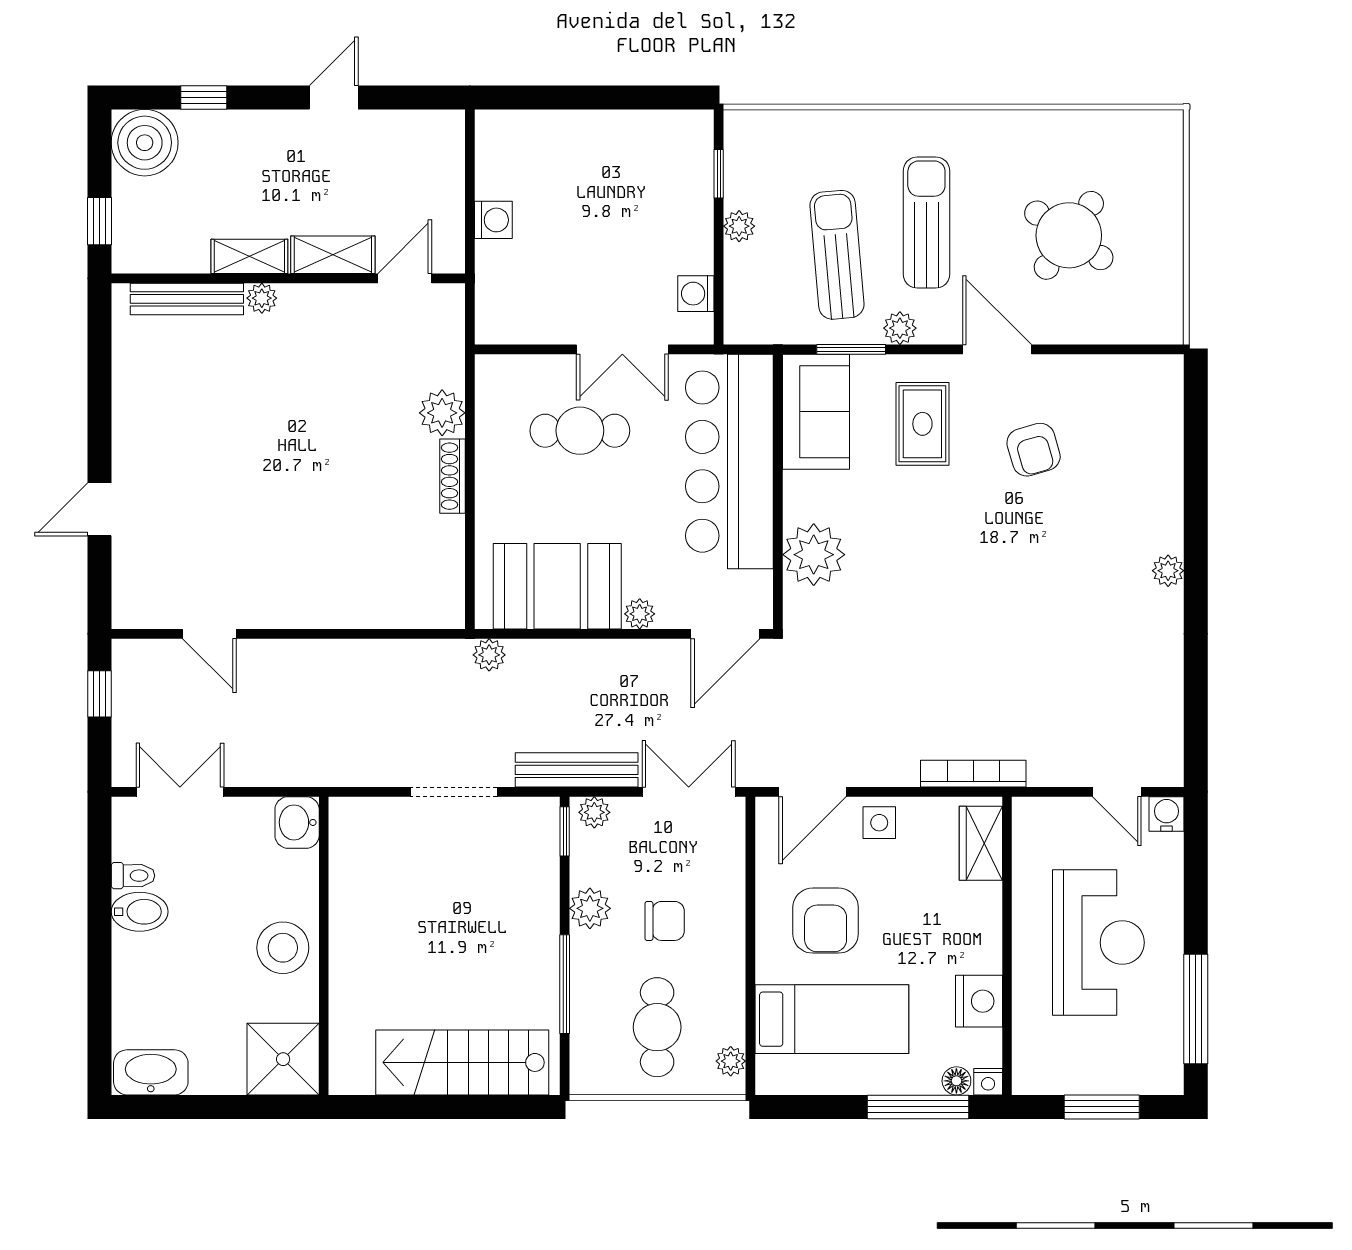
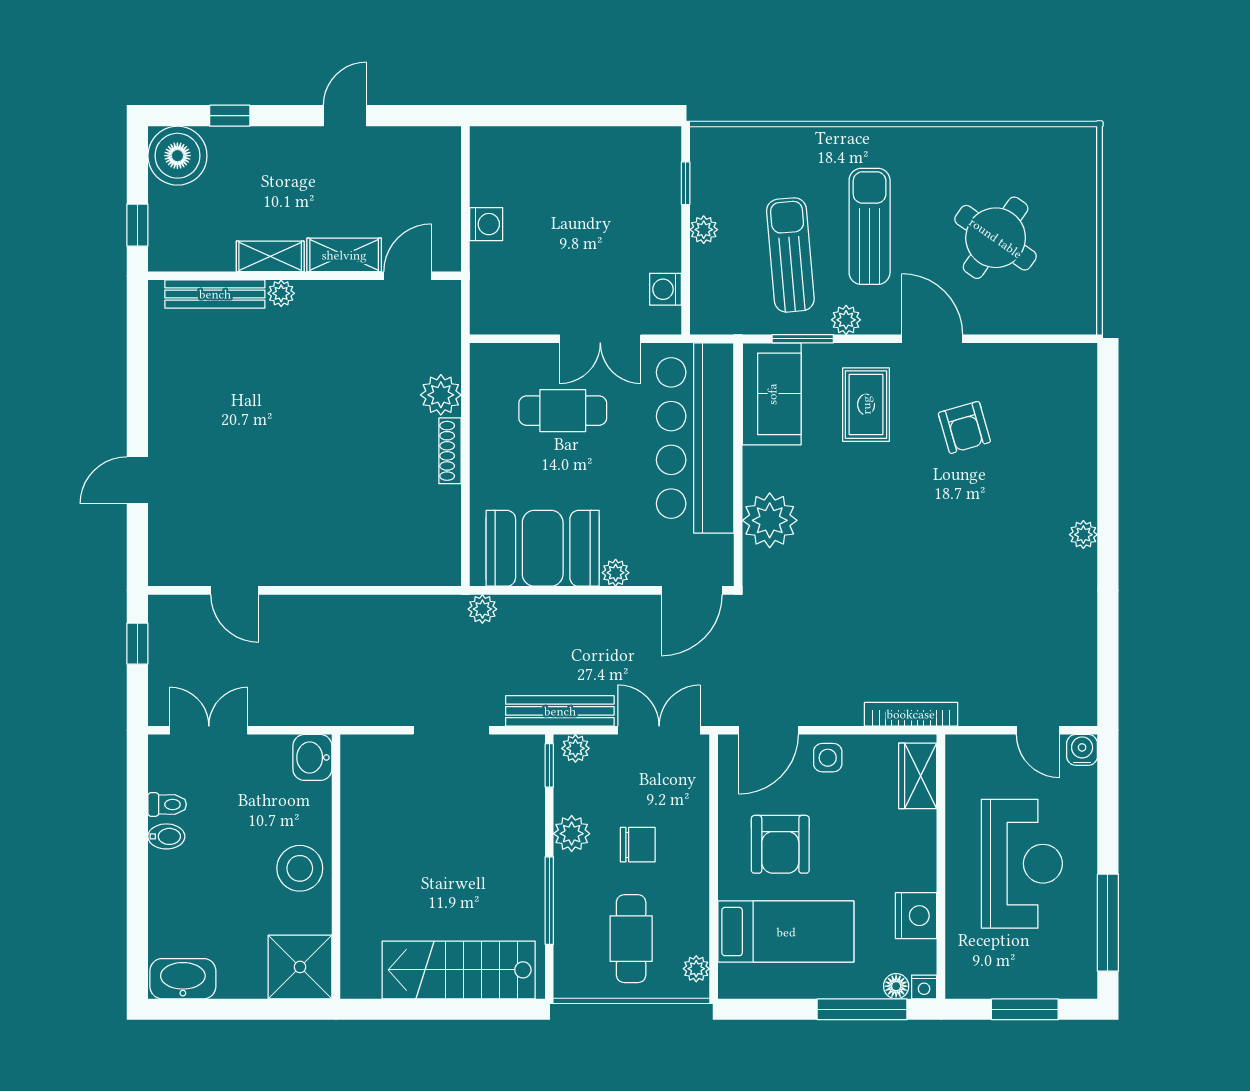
bidet: (140, 912) -> (166, 836), width x0.72, depth x0.74

